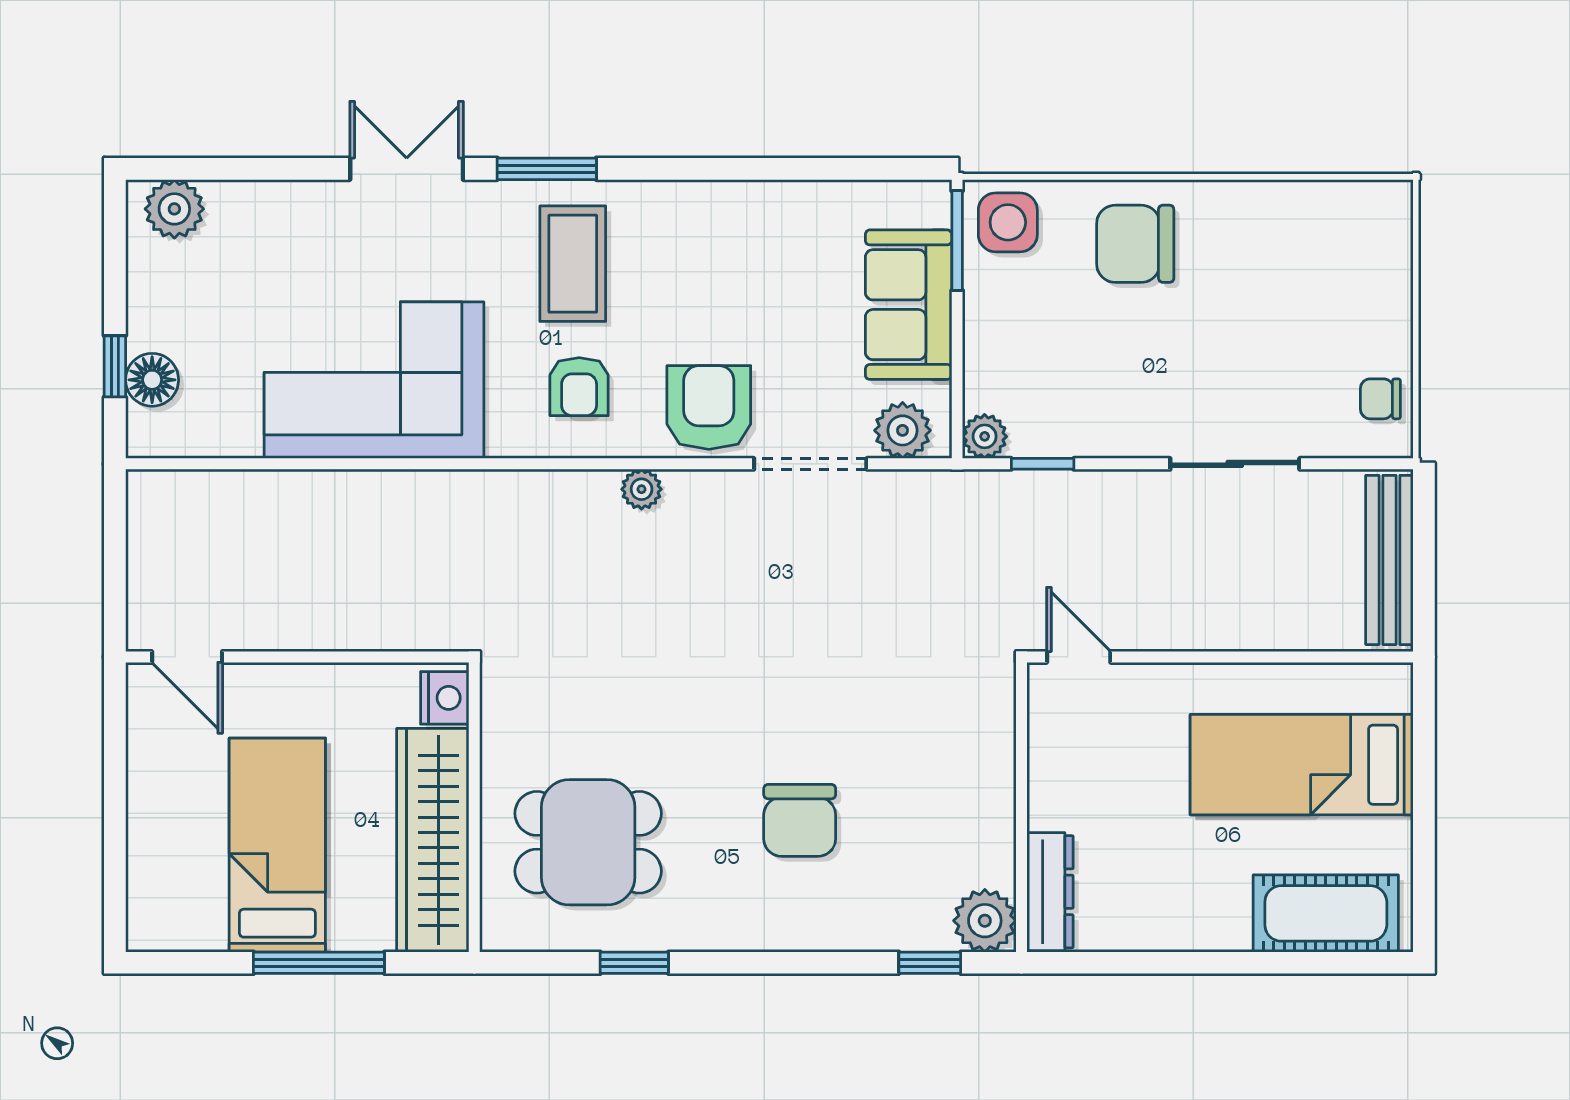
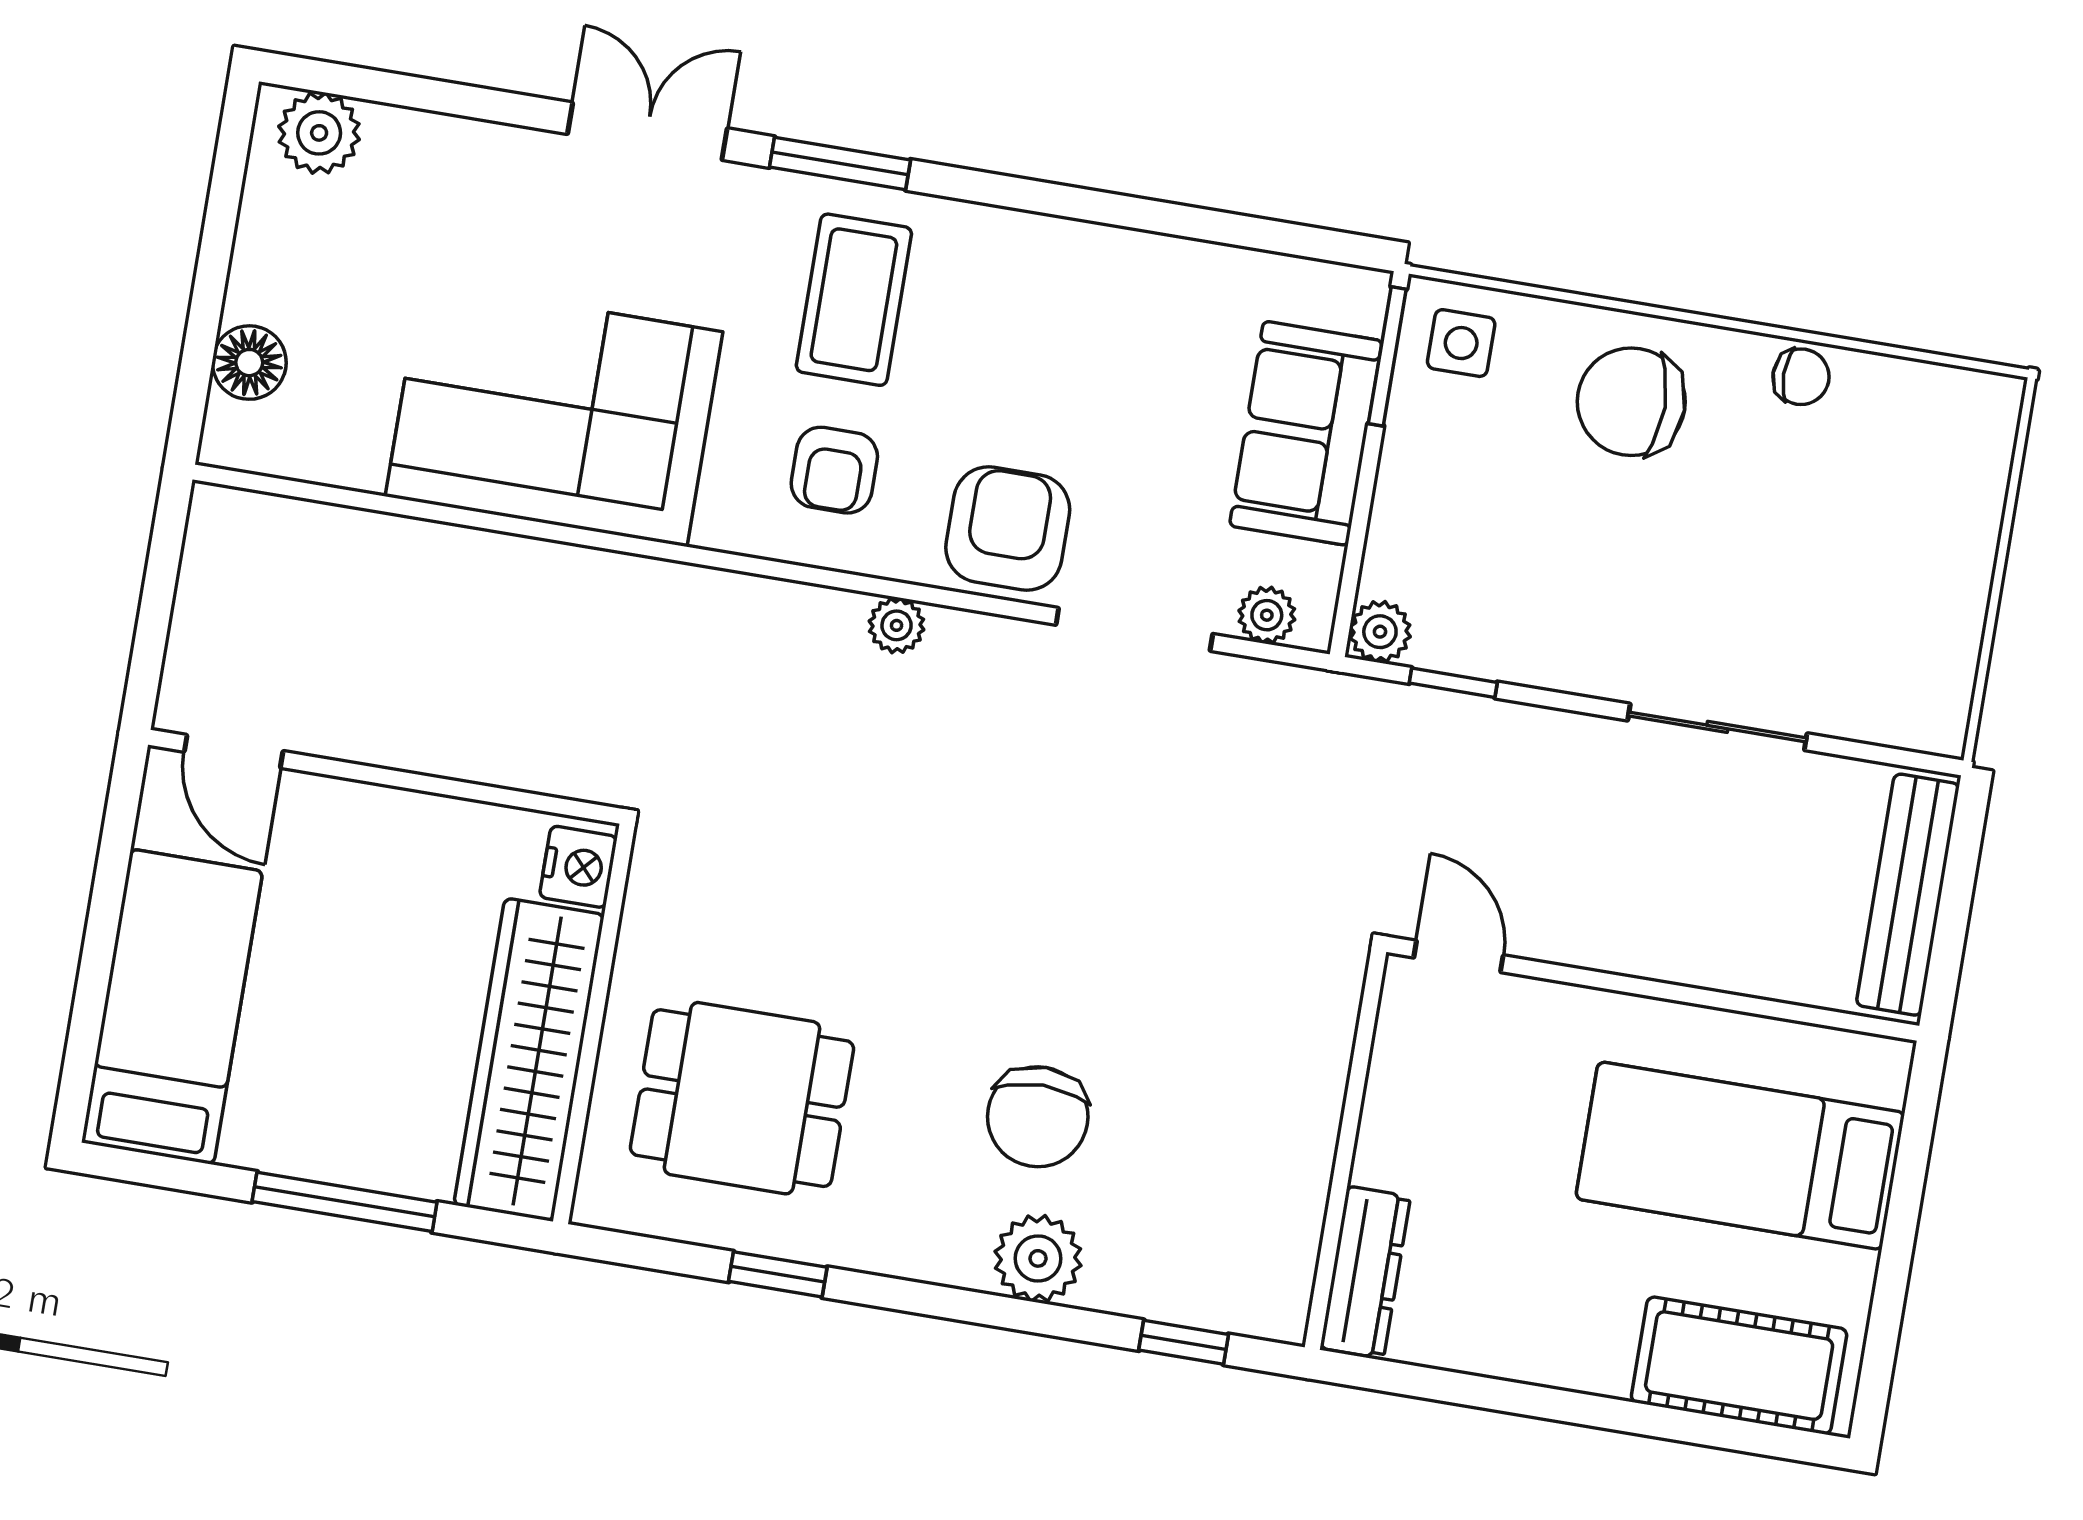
side table: (1008, 222) -> (1461, 343), width x0.73, depth x0.73
window: (115, 366) -> (201, 336), removed
chair: (1380, 399) -> (1801, 377), moved, turned 180
plant: (903, 430) -> (1267, 615), width x0.73, depth x0.73
bed: (277, 845) -> (172, 1007), moved
plant: (985, 921) -> (1038, 1258), moved

